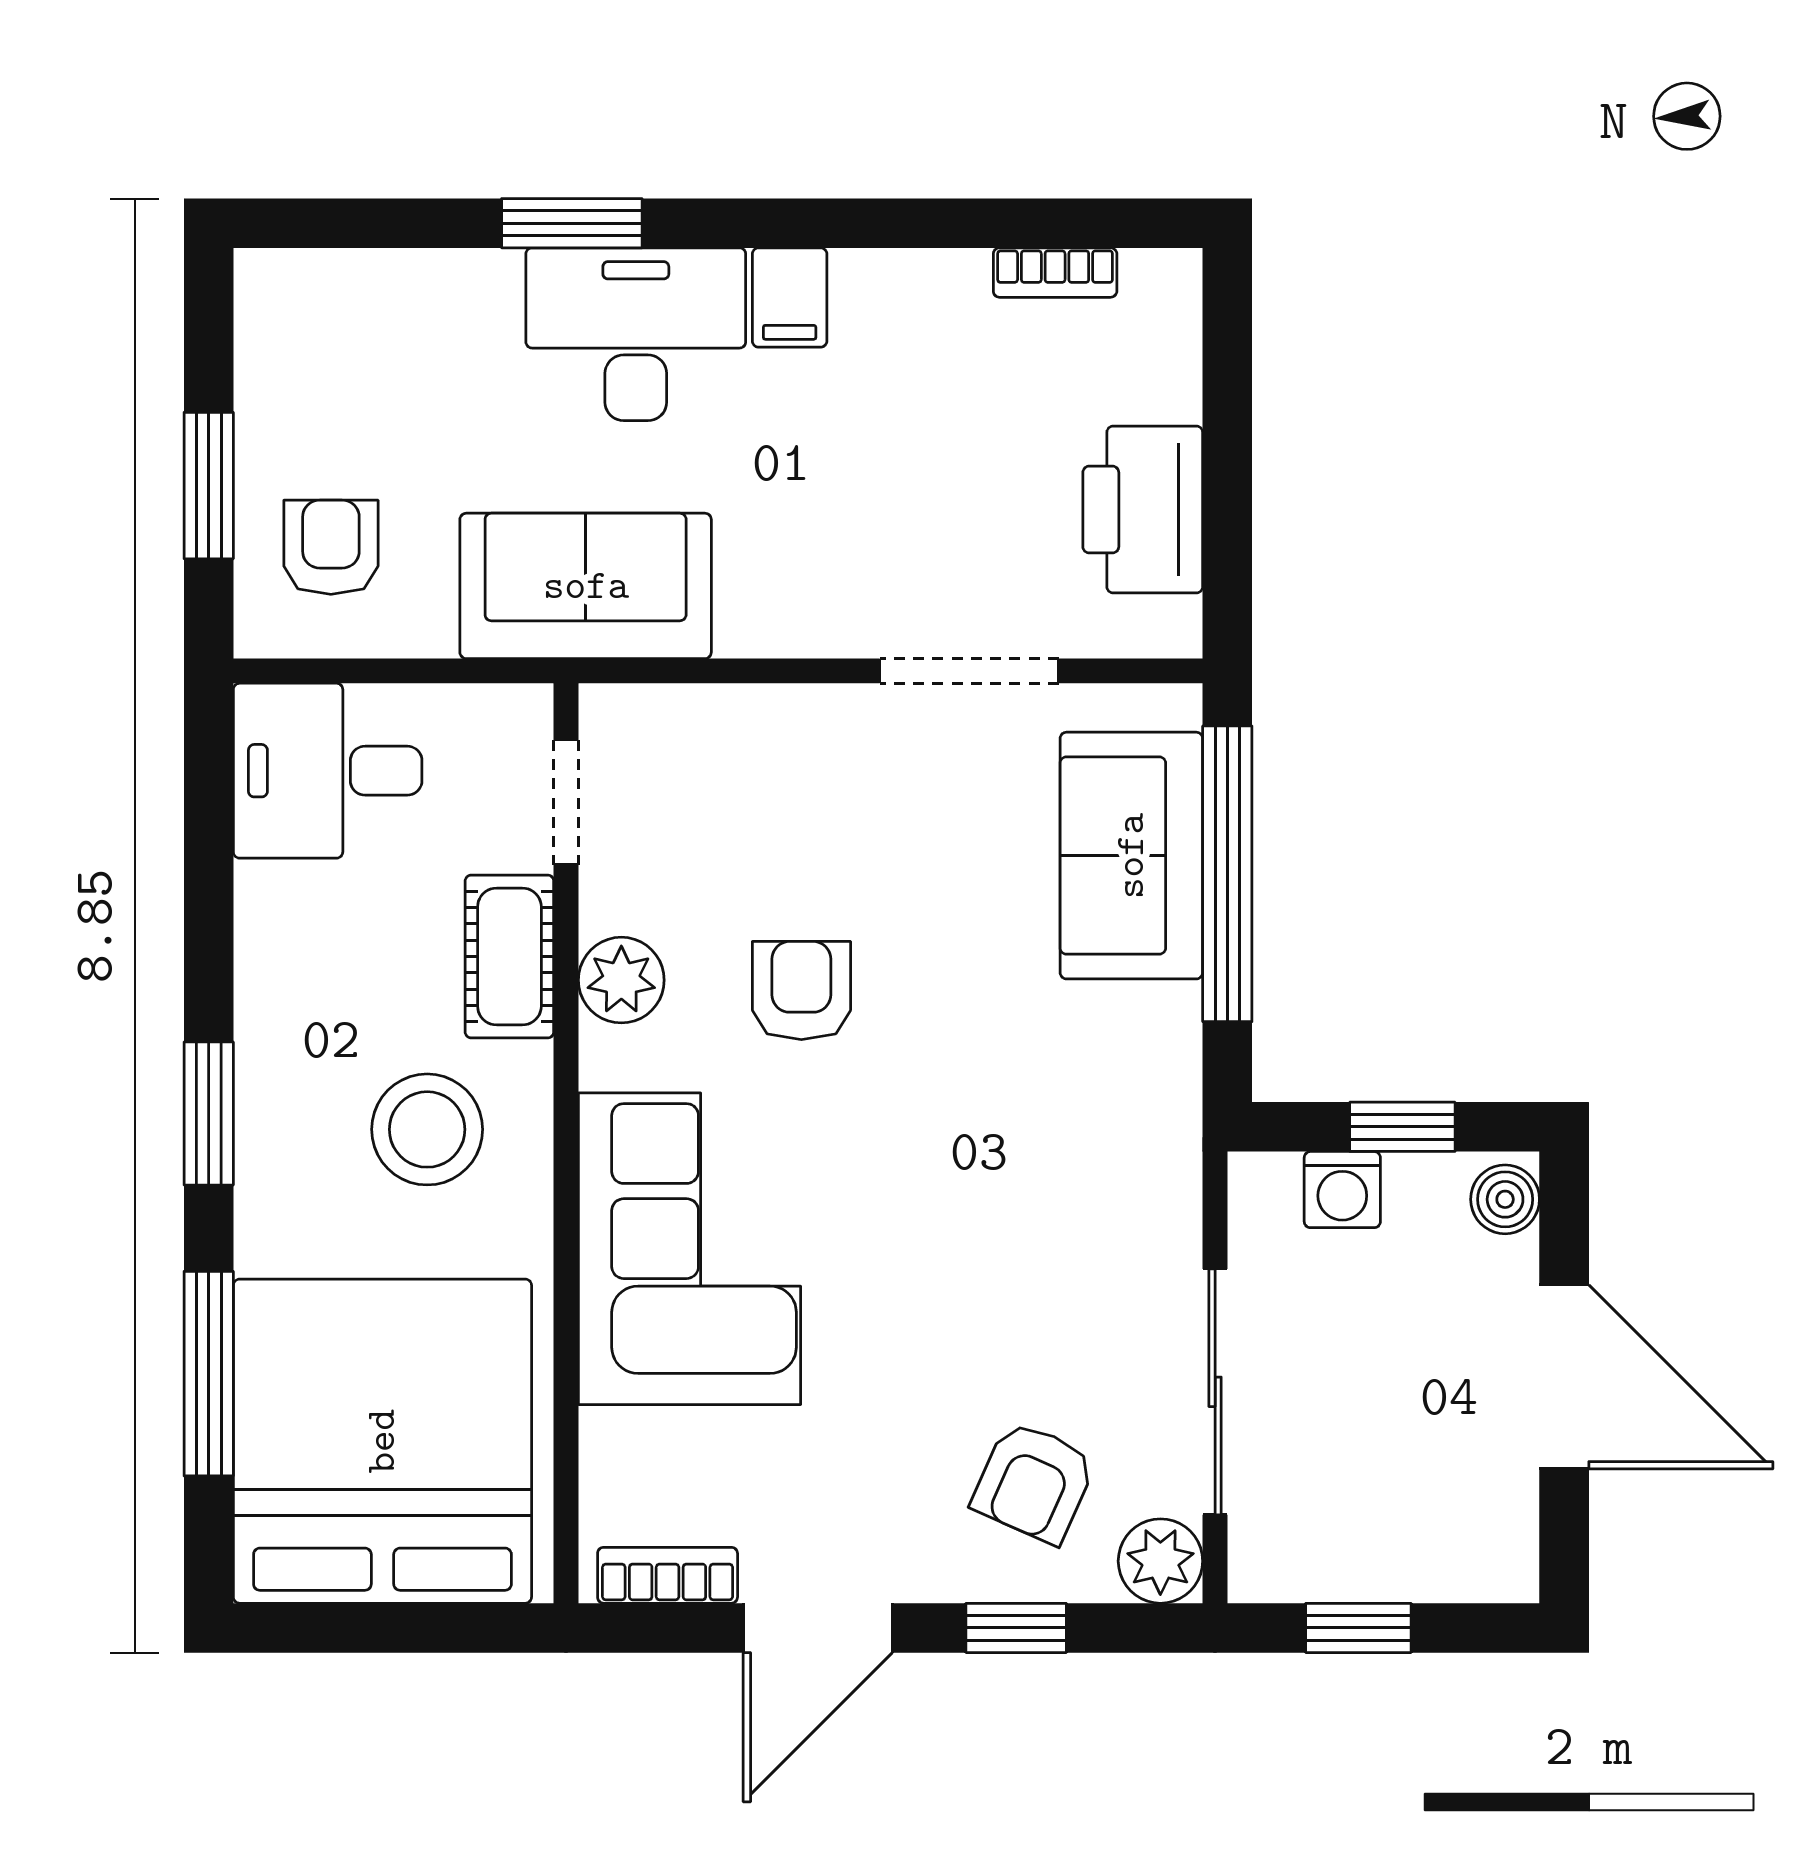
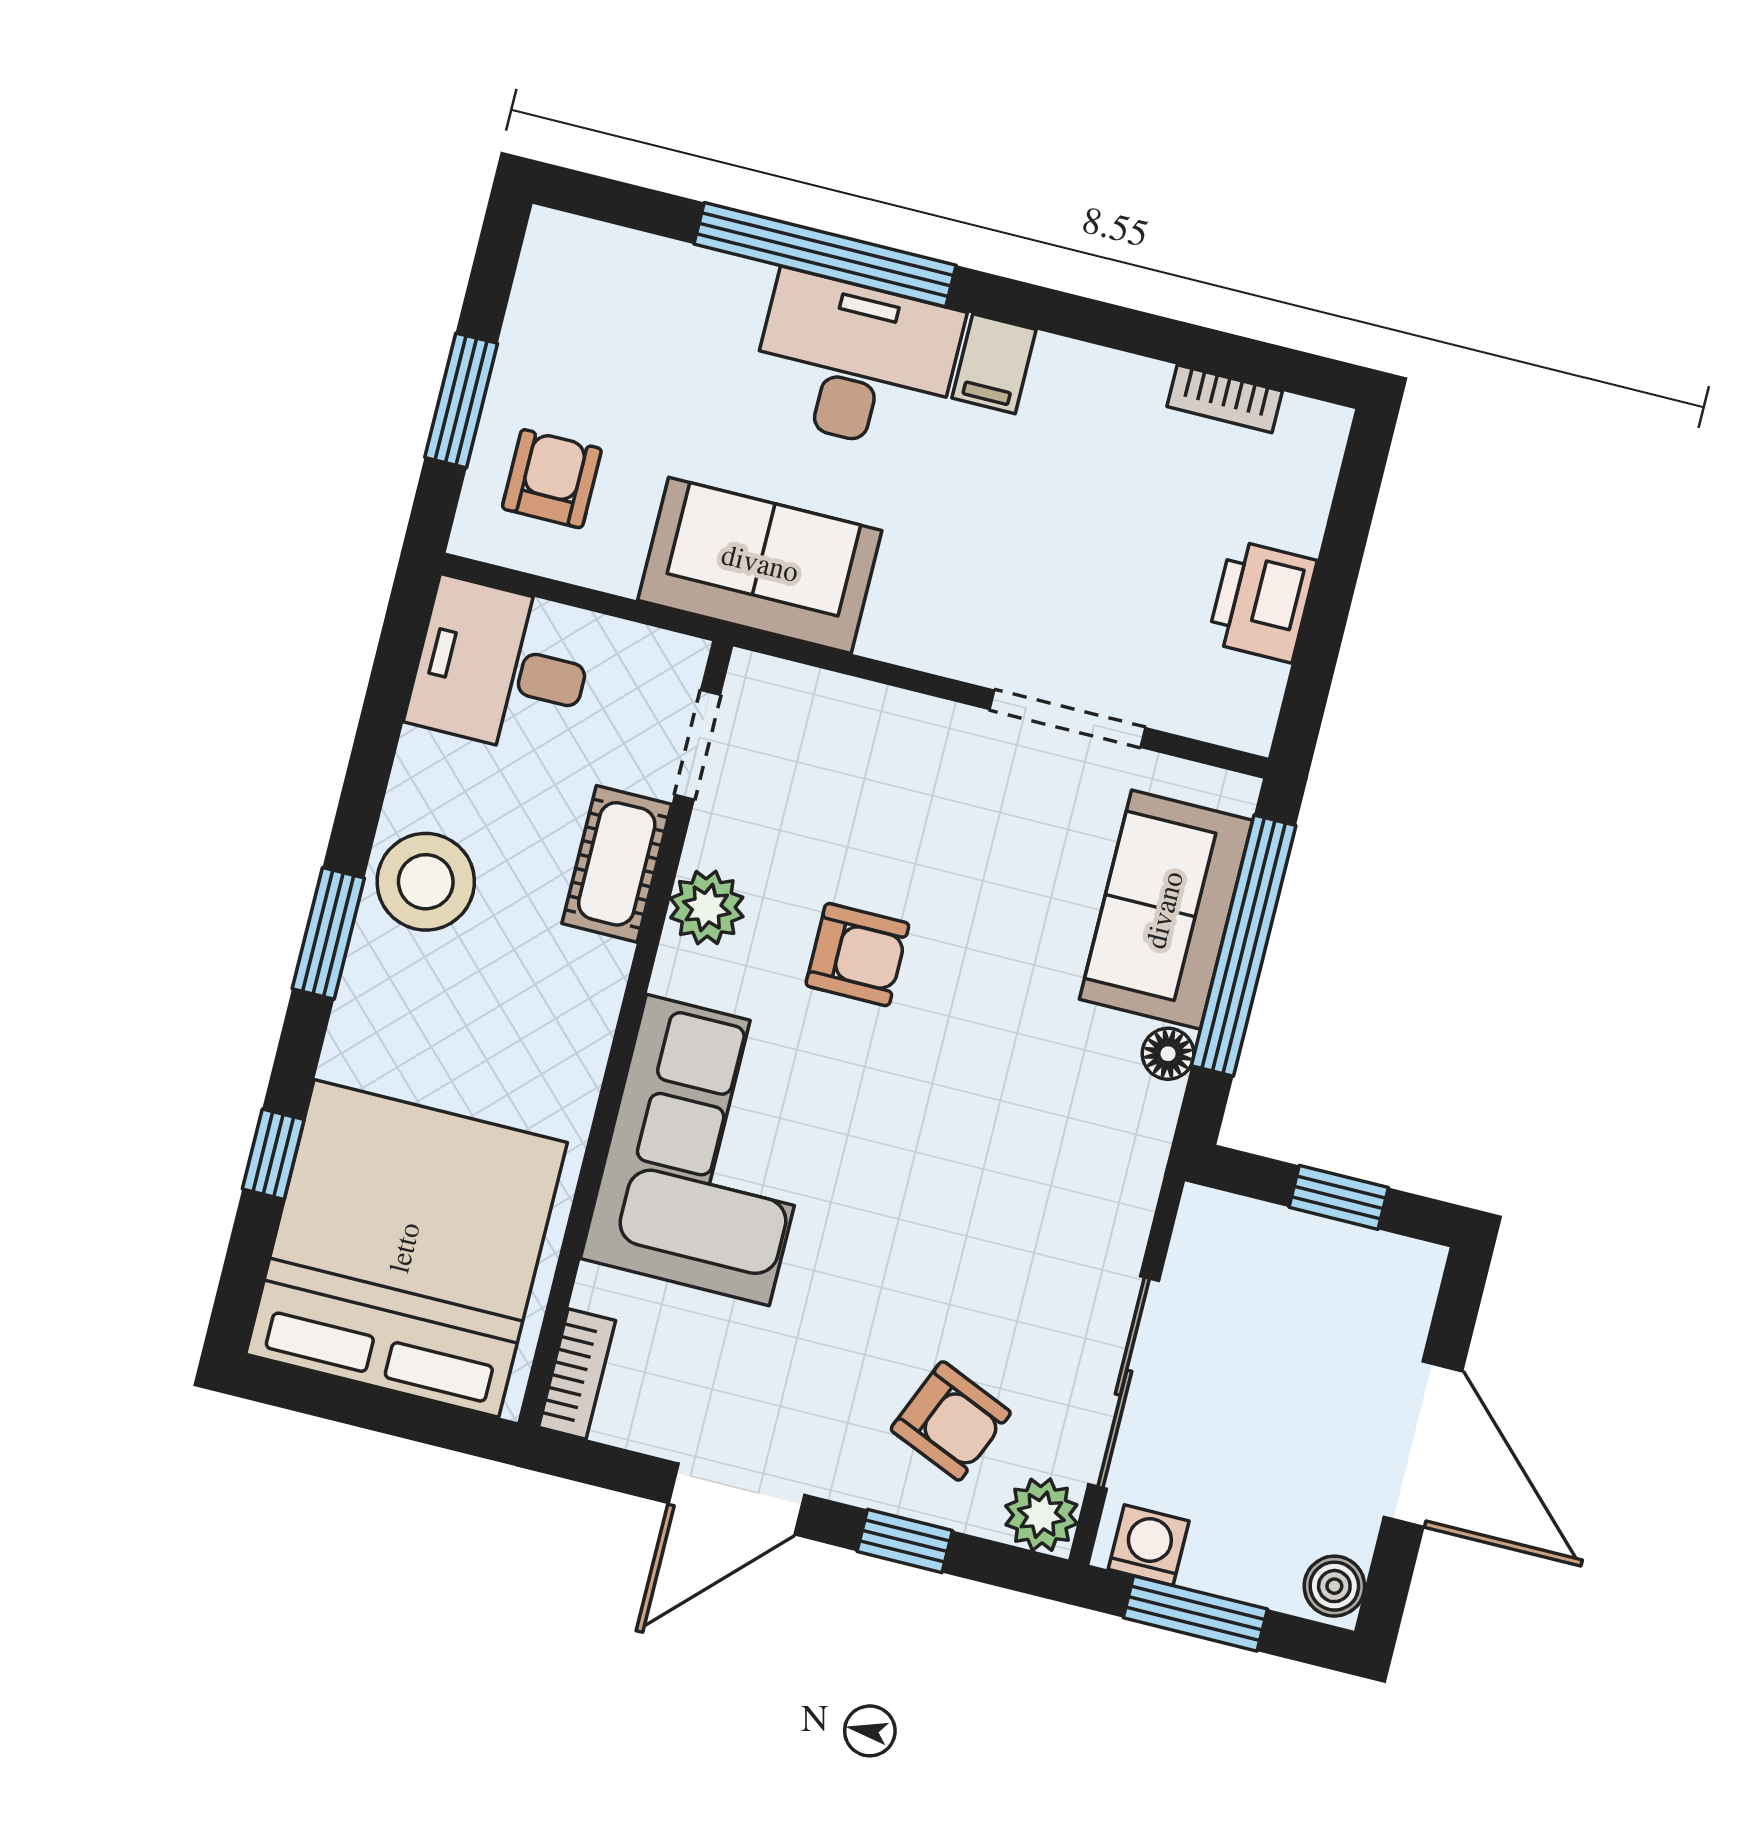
window: (572, 223) -> (825, 255), width x2.11
printer: (1143, 510) -> (1262, 601), width x0.73, depth x0.84
armchair: (801, 991) -> (857, 955), turned 90
floor lamp: (1173, 1015) -> (1168, 1054), added
stool: (427, 1129) -> (426, 882), moved
washing machine: (1342, 1190) -> (1149, 1545), moved, turned 180
boiler: (1505, 1199) -> (1334, 1586), moved
window: (209, 1374) -> (273, 1154), width x0.46
armchair: (1034, 1482) -> (951, 1421), turned -91
bookcase: (668, 1575) -> (577, 1374), moved, turned 90
window: (1358, 1628) -> (1195, 1613), width x1.50

